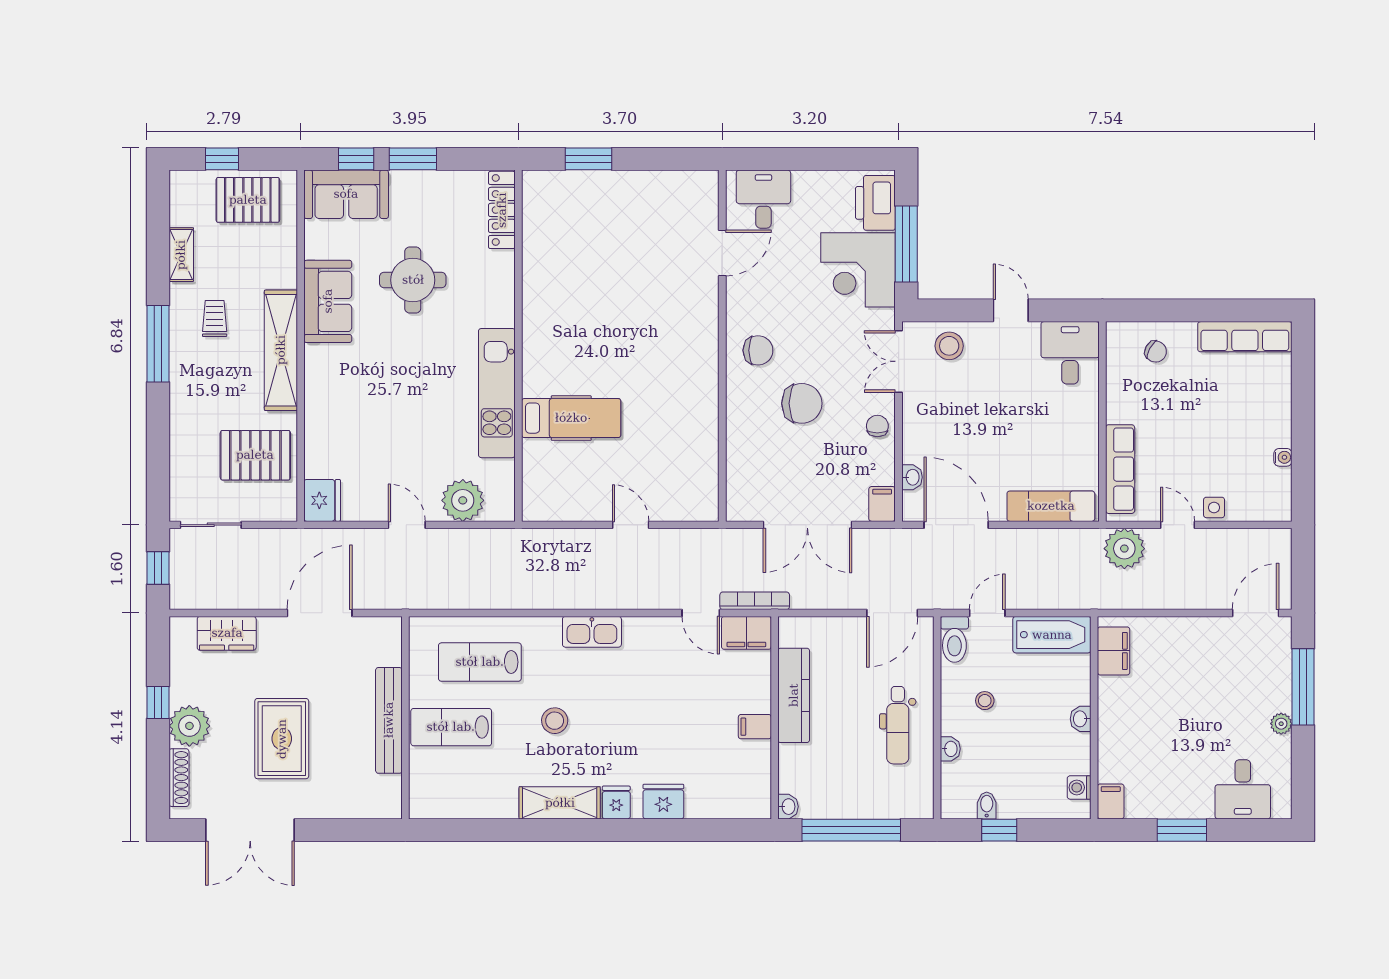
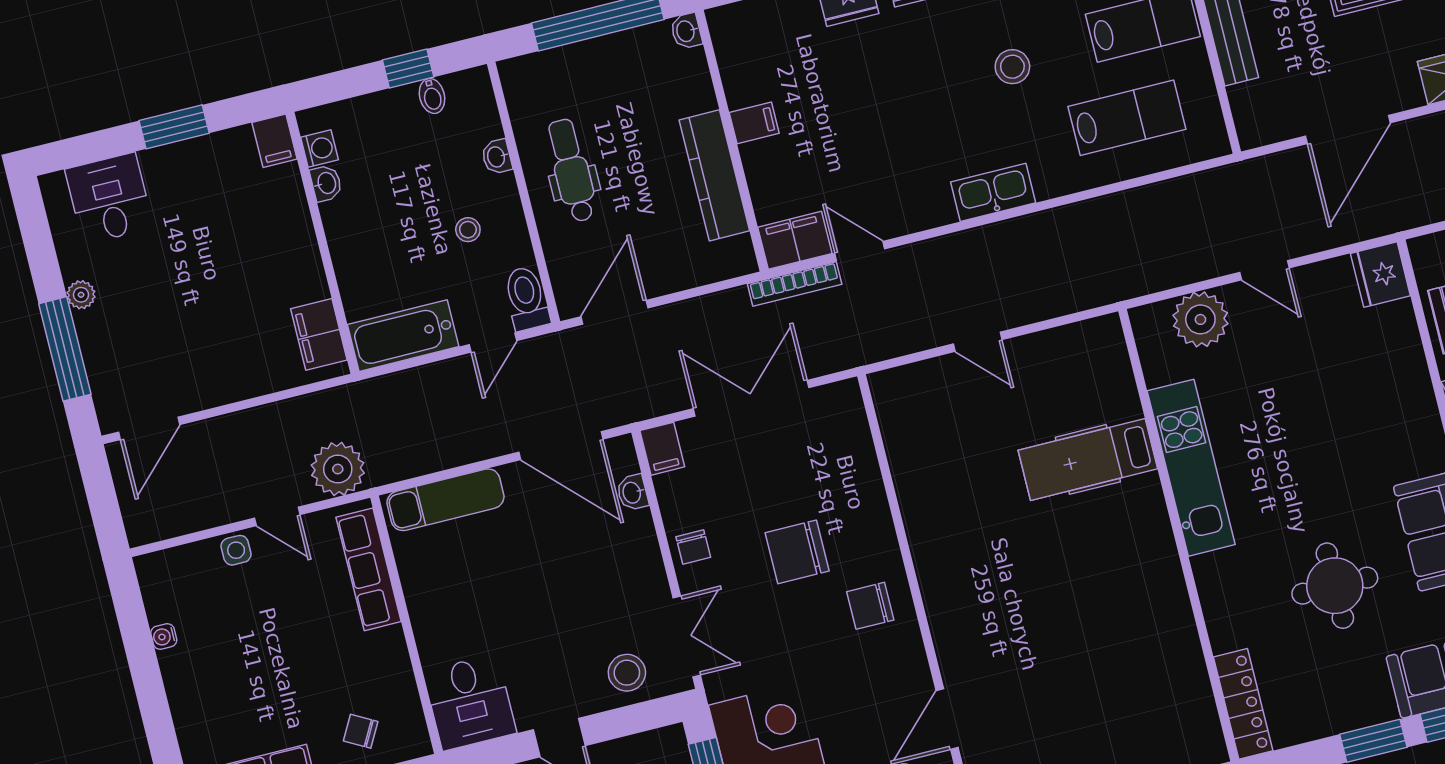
washbasin: (1081, 719) -> (326, 183), moved

